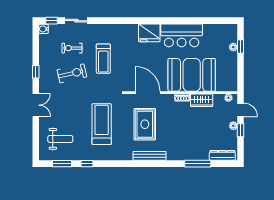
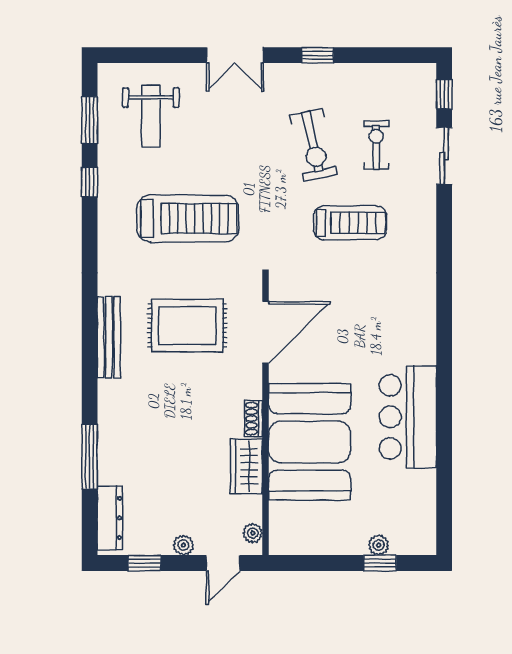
water cooler: (44, 29) -> (424, 74), removed
fridge: (149, 33) -> (414, 337), removed
treadmill: (103, 59) -> (350, 223), turned 180
window: (241, 130) -> (145, 563), moved

